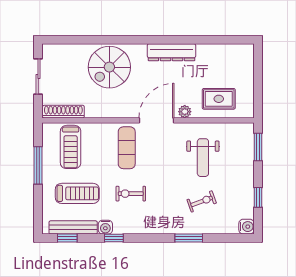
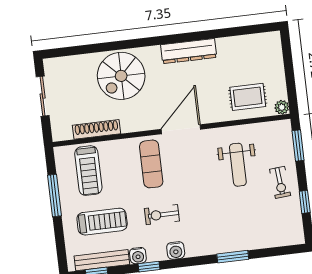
shoe rack: (63, 112) -> (97, 129), moved
plant: (185, 112) -> (282, 107), moved
exercise bike: (202, 201) -> (280, 182), moved, turned 105
water cooler: (247, 227) -> (176, 250), moved, turned 90

